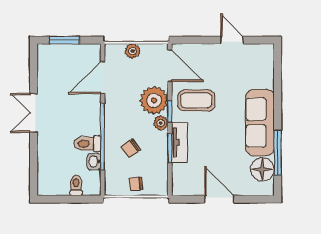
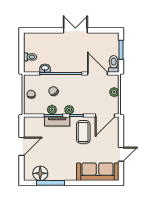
plant: (154, 100) -> (52, 110), moved, width x0.53, depth x0.53
sofa: (260, 123) -> (97, 172), moved
toilet: (87, 144) -> (114, 64), moved

